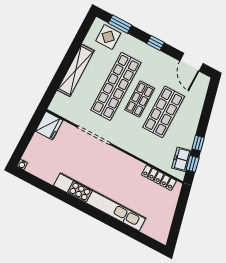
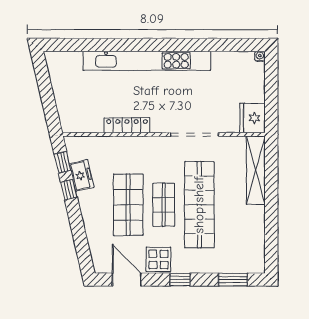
display table: (108, 37) -> (159, 259), moved
shelving: (76, 70) -> (256, 170), moved
freezer: (181, 159) -> (82, 175), moved
locker: (159, 178) -> (127, 125), moved

